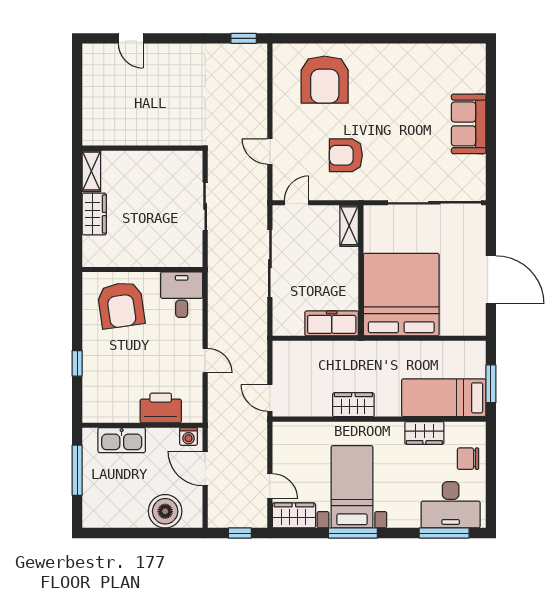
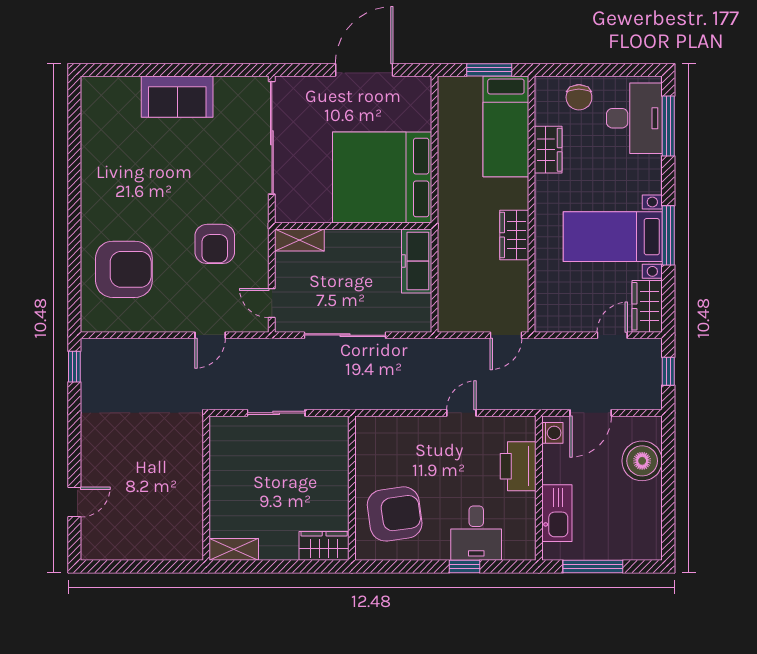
wardrobe: (94, 214) -> (324, 546), moved
desk: (182, 295) -> (476, 533), moved, turned -90

